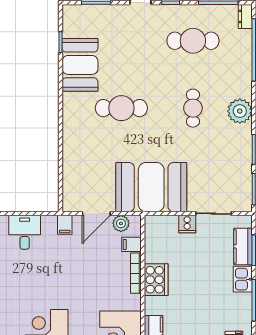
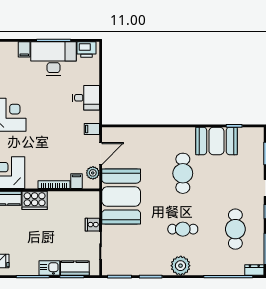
door: (96, 214) -> (101, 154), swing flipped
cooker: (156, 280) -> (35, 200), moved

